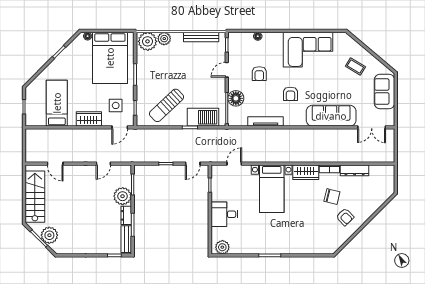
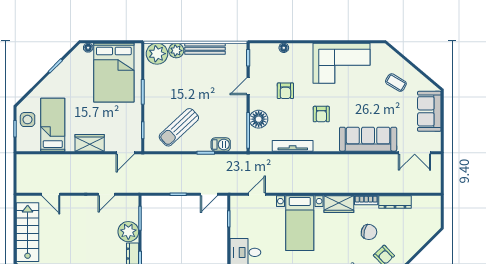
bench: (201, 37) -> (205, 49), moved
side table: (116, 105) -> (28, 120), moved
barbecue: (203, 117) -> (221, 144), width x0.53, depth x0.65

